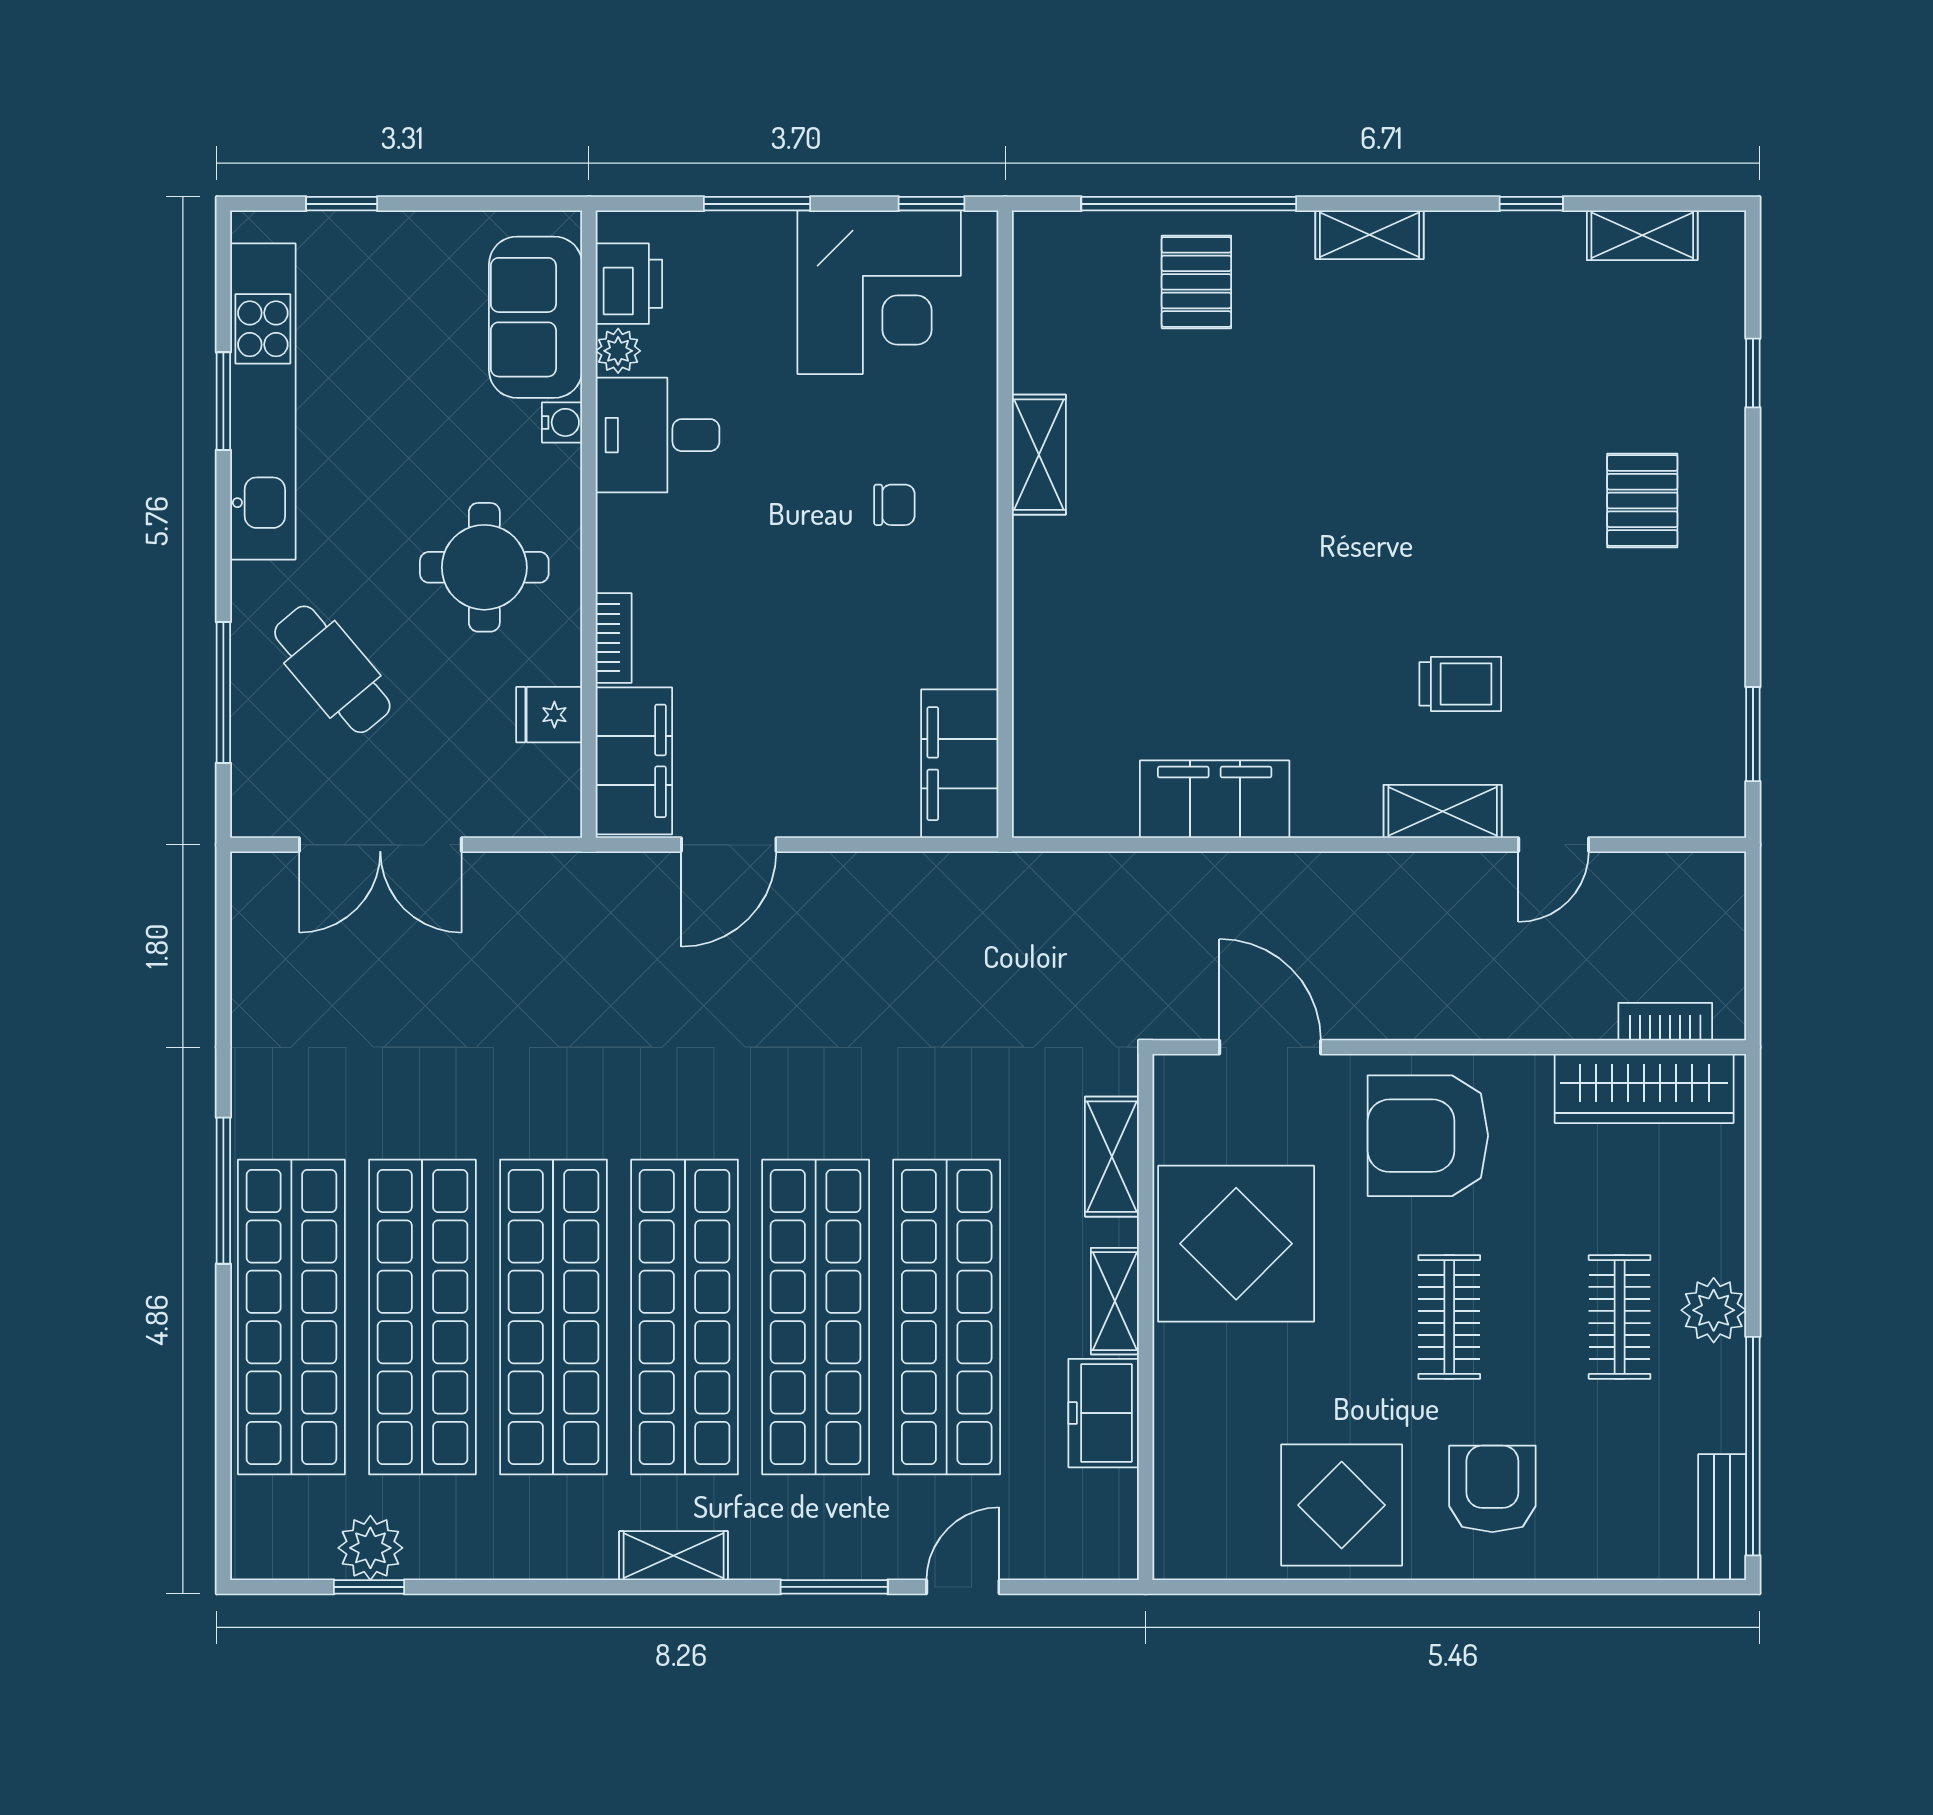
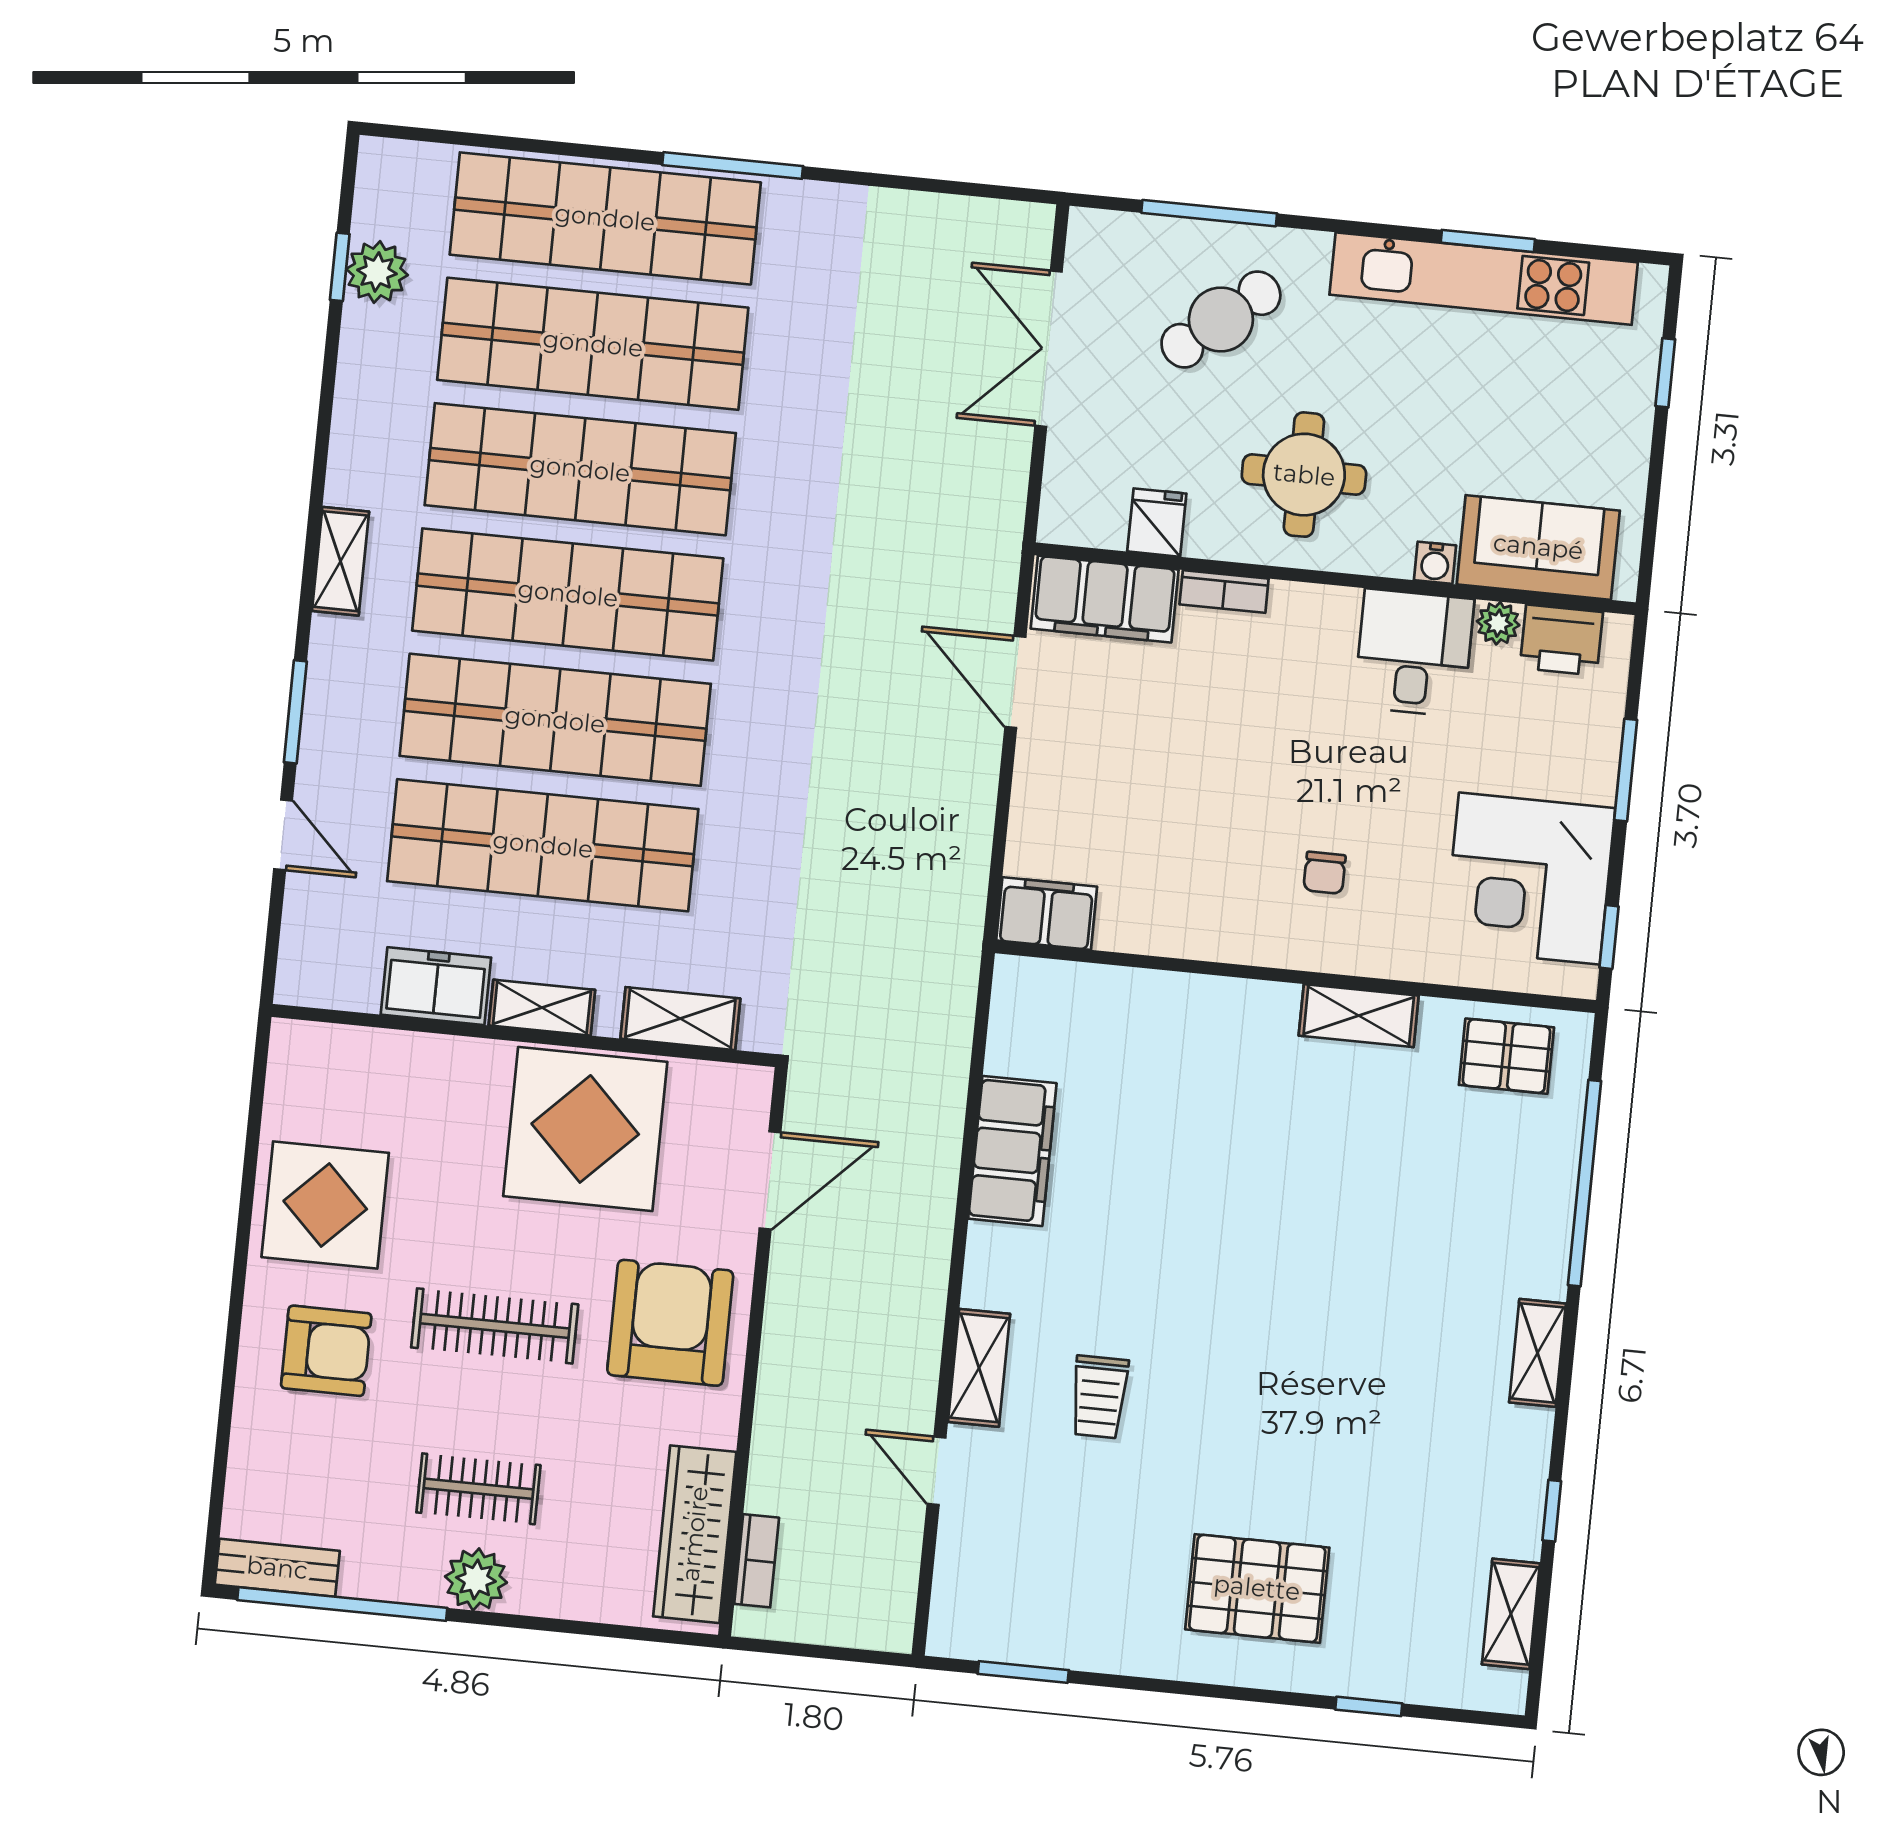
pallet: (1196, 282) -> (1506, 1056), moved
pallet: (1642, 500) -> (1257, 1588), width x1.50, depth x1.42
filing cabinet: (960, 764) -> (1047, 913), width x0.67, depth x0.86
clothes rail: (1449, 1317) -> (495, 1326), width x1.36

